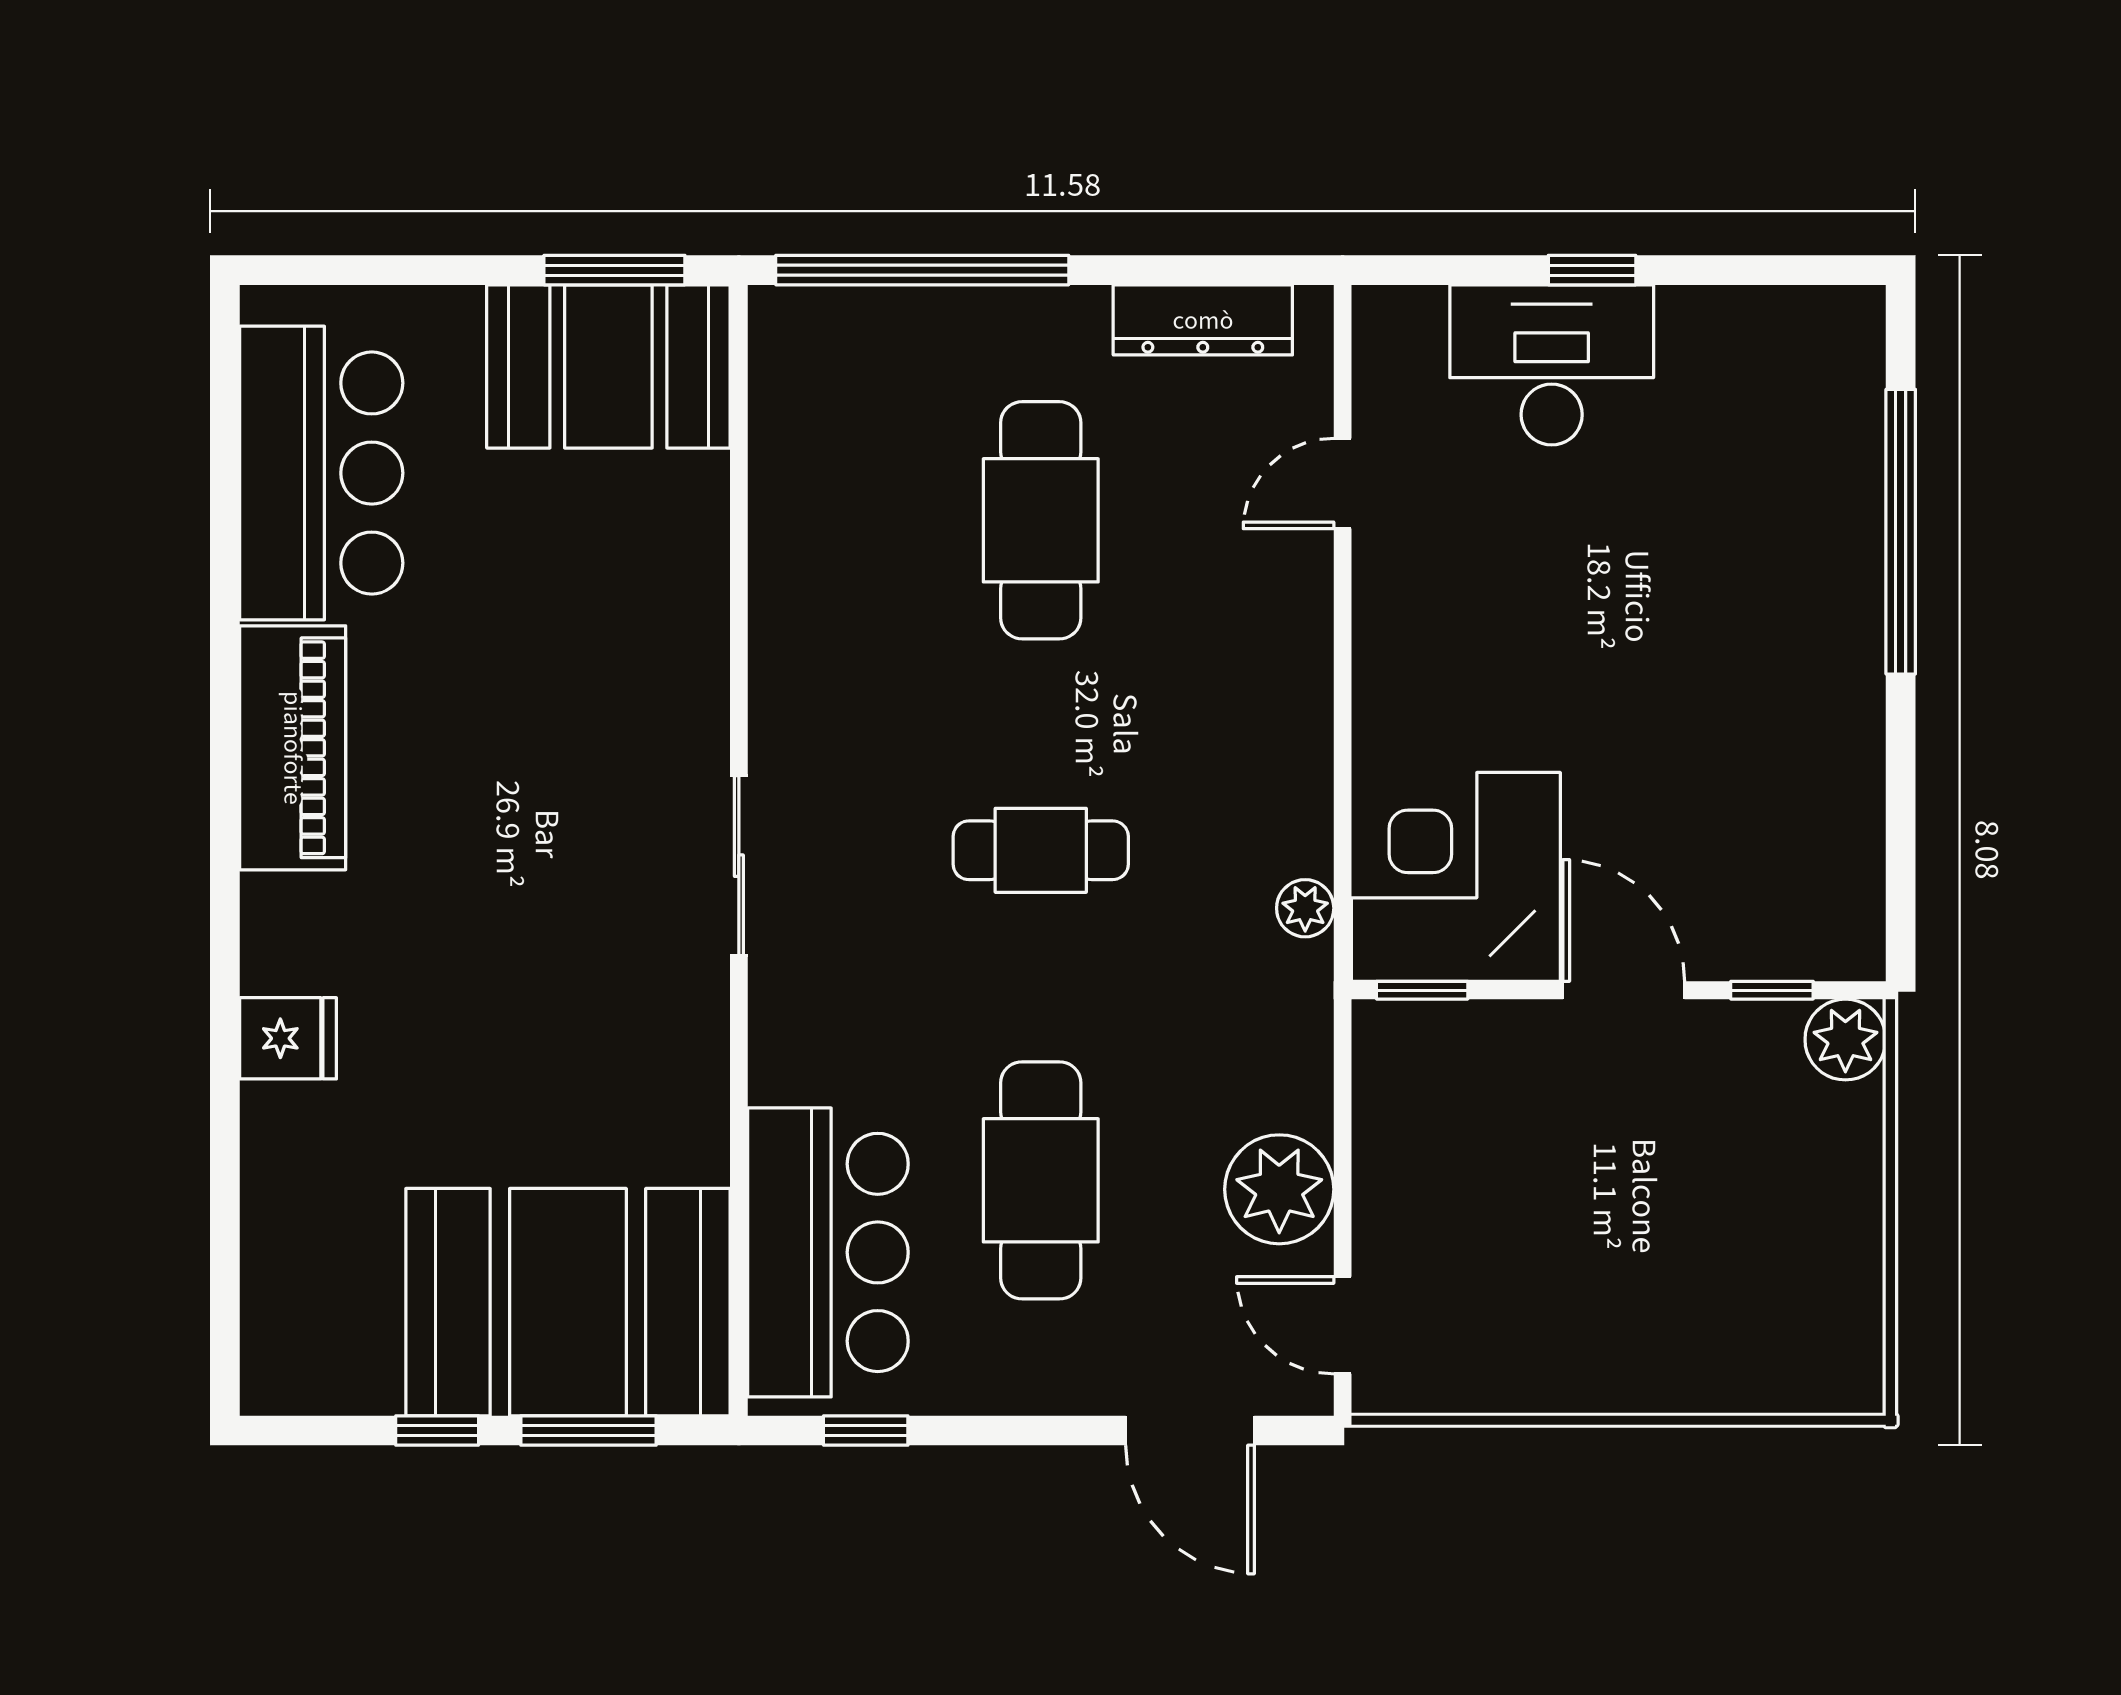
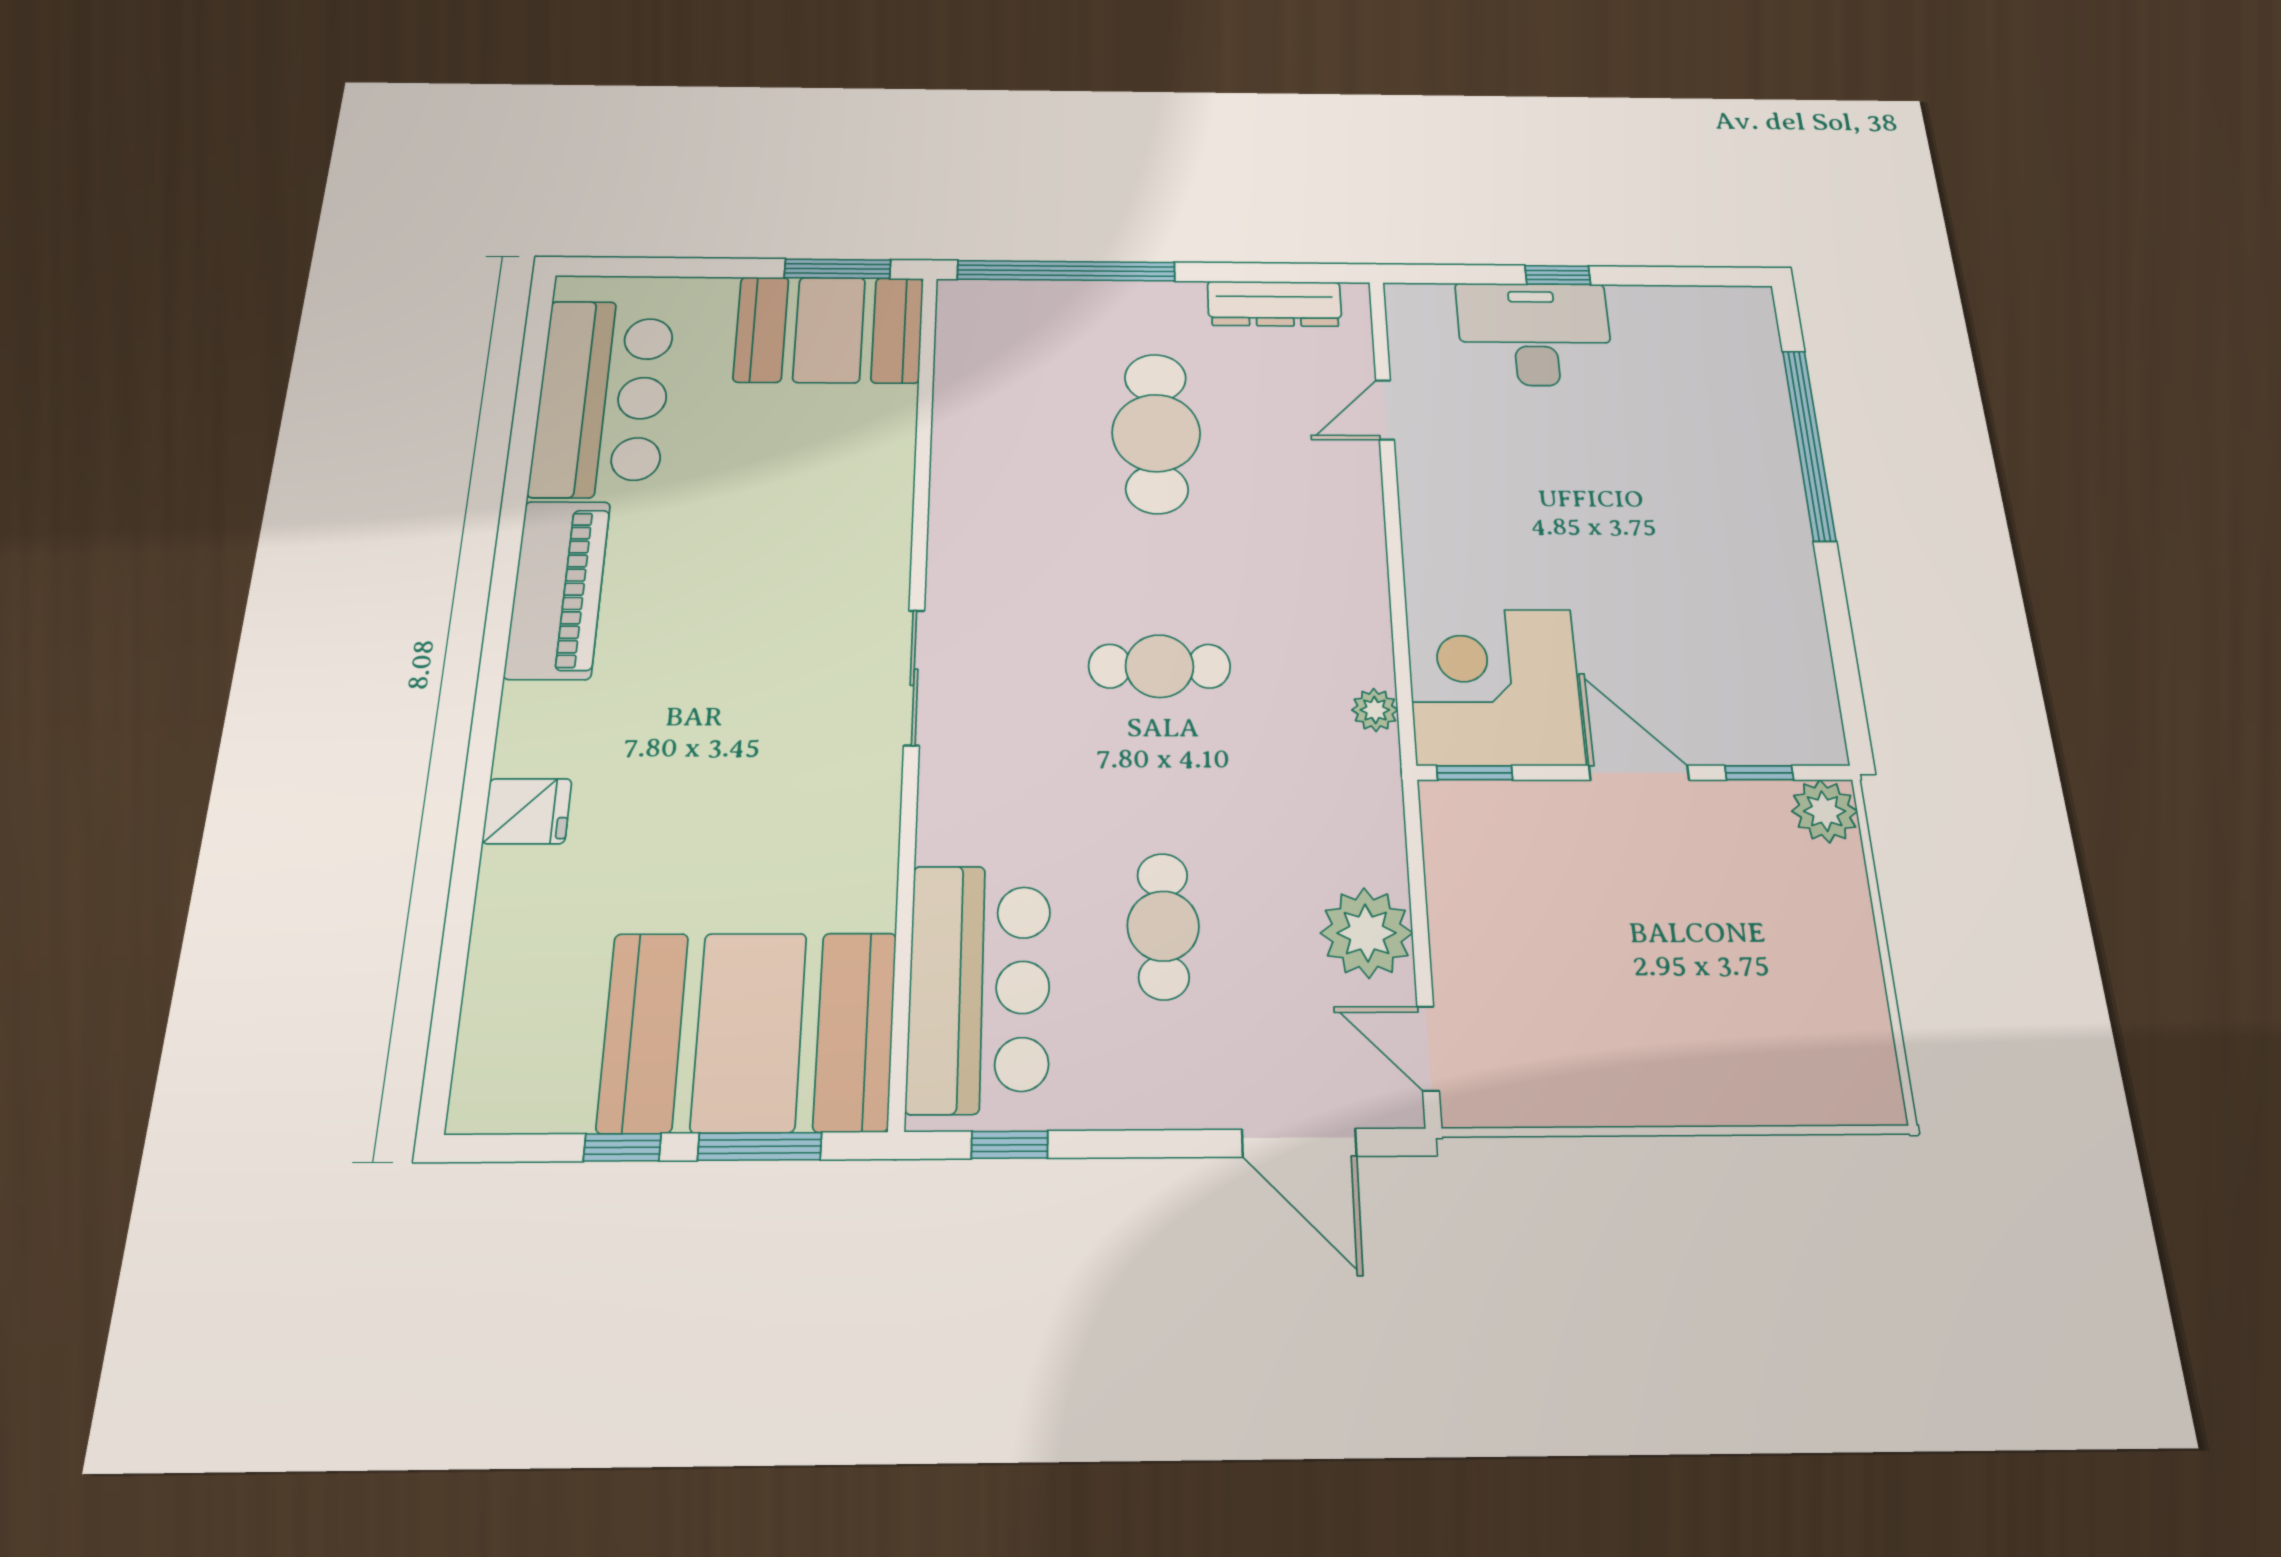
cafe table: (1041, 1180) -> (1163, 926), width x0.73, depth x0.74

